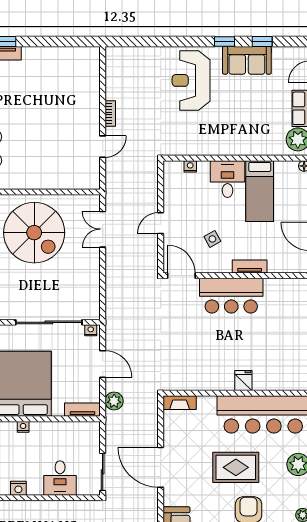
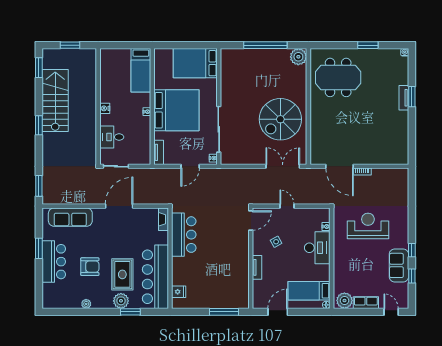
reception desk: (191, 80) -> (368, 226), moved
door: (103, 147) -> (340, 166), width x1.88
desk: (228, 179) -> (317, 248), width x1.37
bed: (260, 191) -> (309, 291), moved
double door: (103, 229) -> (283, 166), width x1.37
bar counter: (231, 296) -> (184, 235), moved, turned 180
fridge: (243, 381) -> (179, 292), moved
plant: (114, 401) -> (165, 174), removed
rug: (236, 467) -> (122, 274), moved

